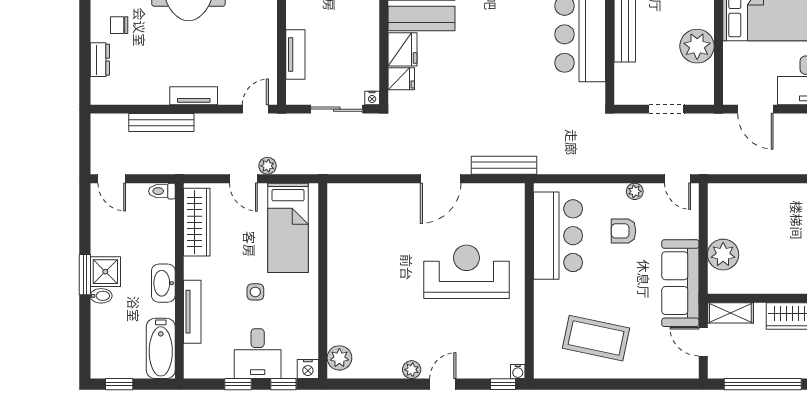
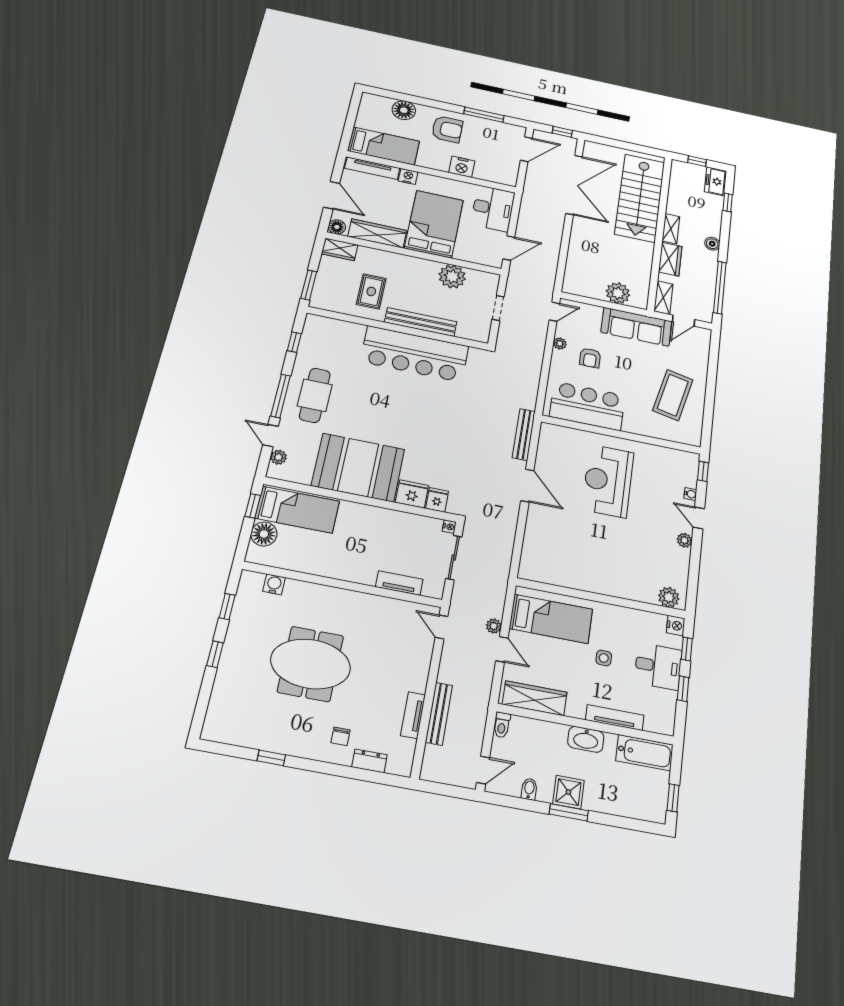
tv unit: (194, 96) -> (413, 715), moved
door: (243, 179) -> (502, 649), hinge flipped
bidet: (101, 296) -> (529, 789), moved
water cooler: (518, 371) -> (690, 494), moved

